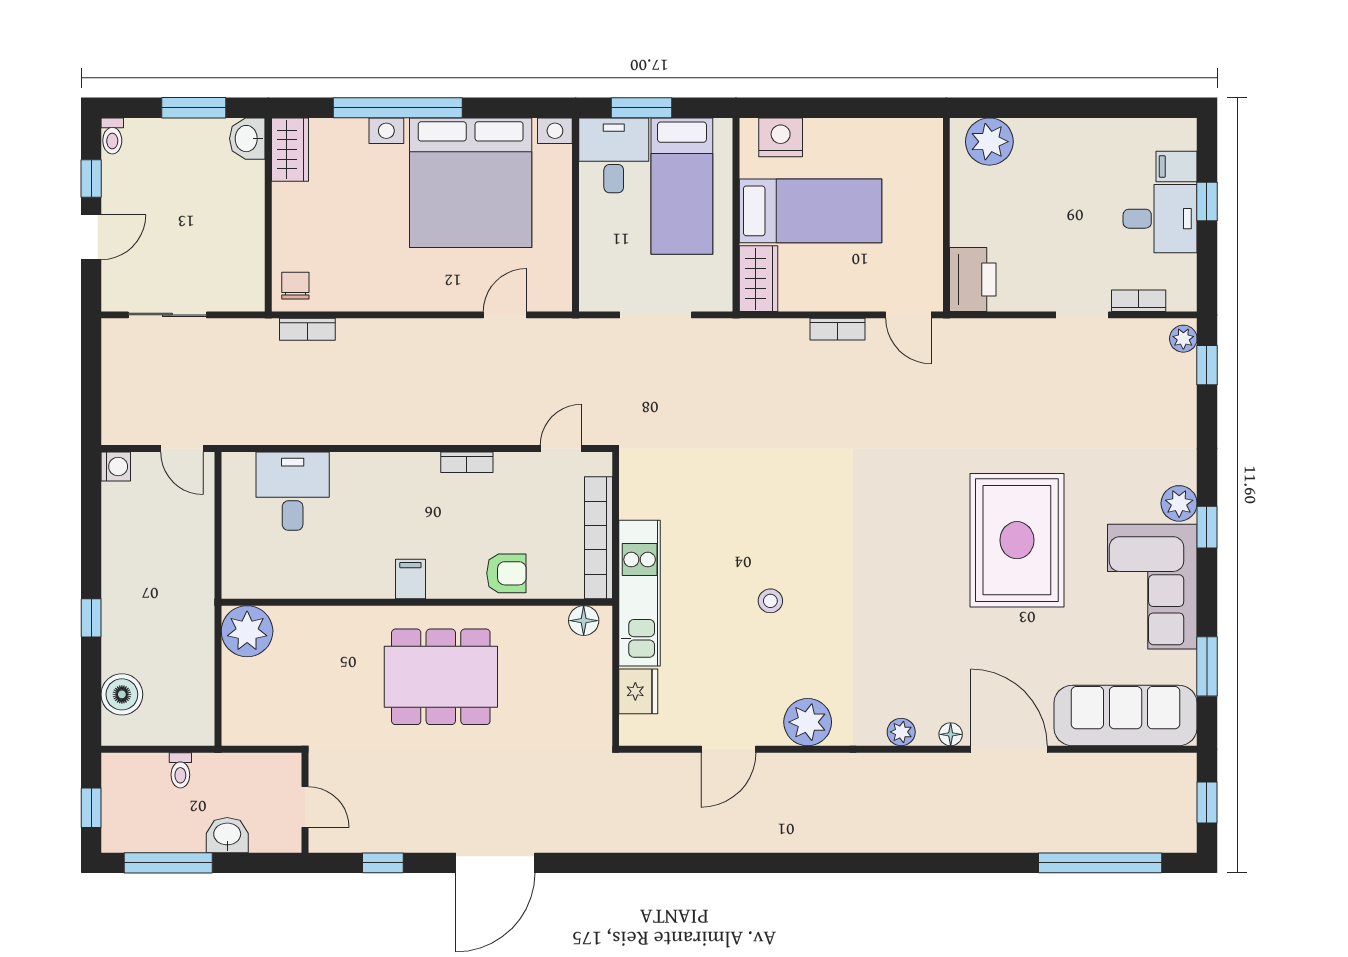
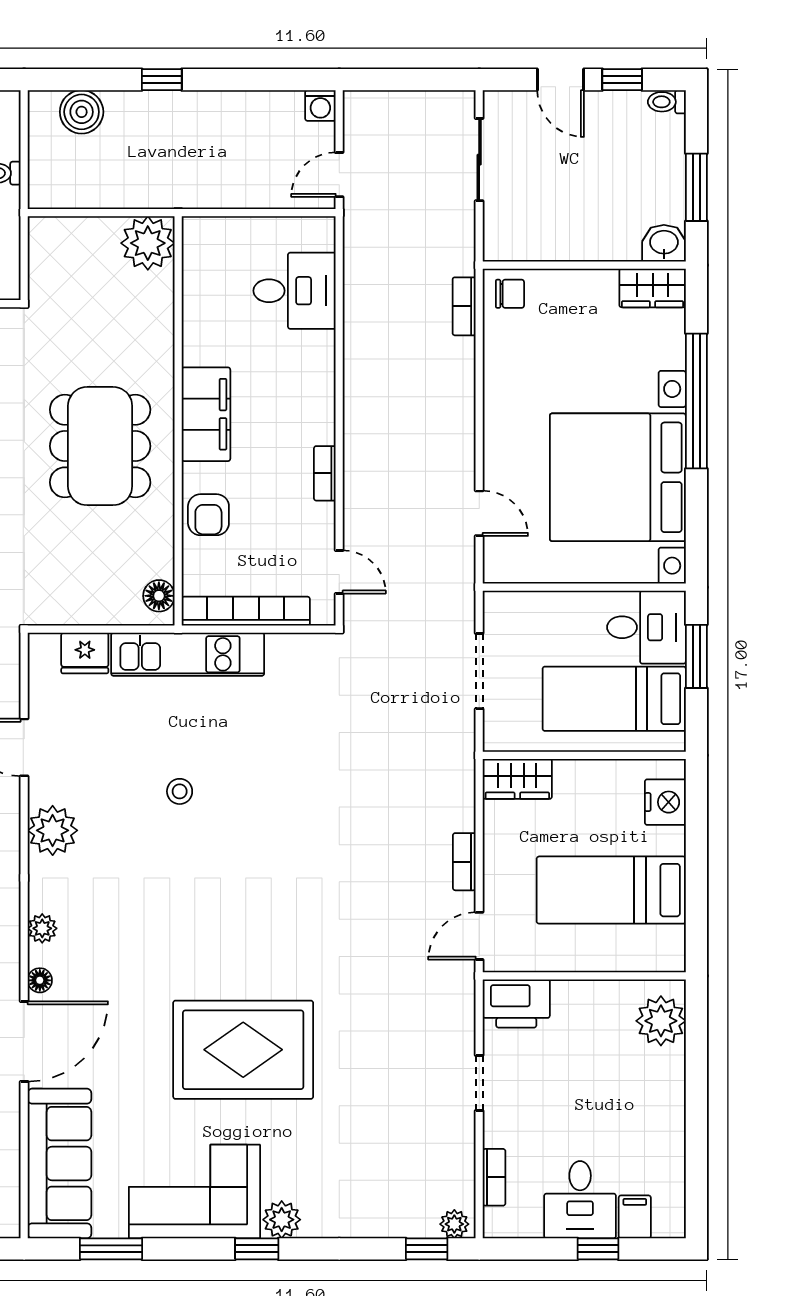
bed: (810, 211) -> (611, 890), moved, turned 90
doorway: (1082, 315) -> (479, 1083), moved
filing cabinet: (410, 579) -> (206, 414), width x3.00, depth x1.17

